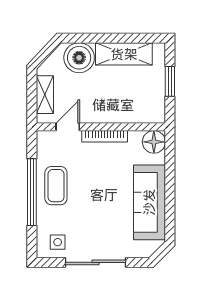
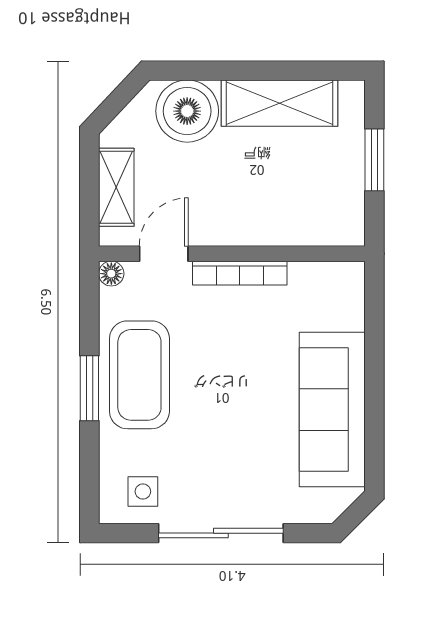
floor lamp: (154, 142) -> (111, 274), moved, width x0.53, depth x0.53
coffee table: (56, 186) -> (139, 375), width x1.36, depth x1.32
window: (32, 192) -> (89, 388), width x0.47

